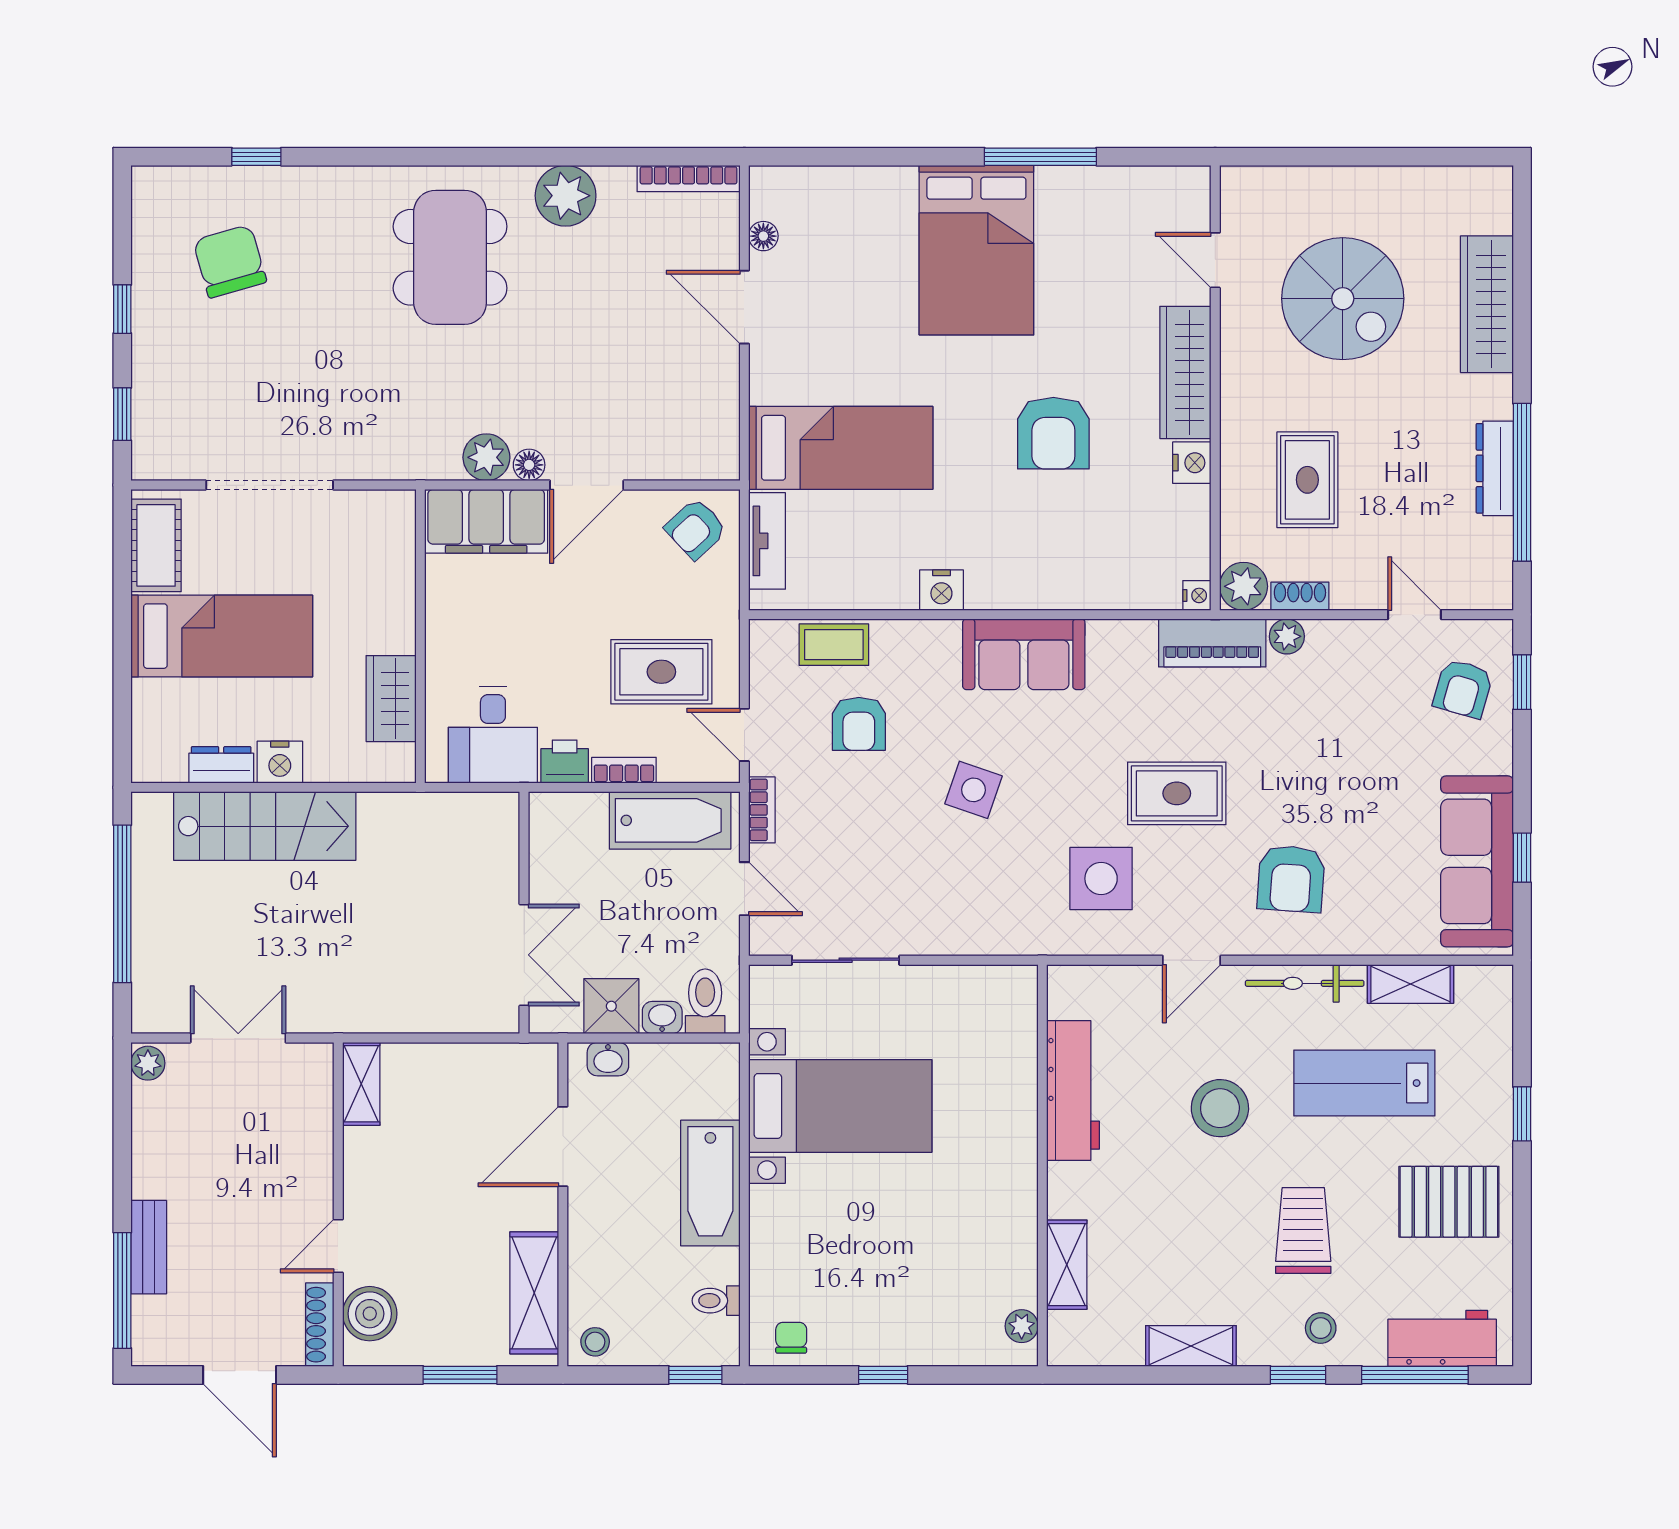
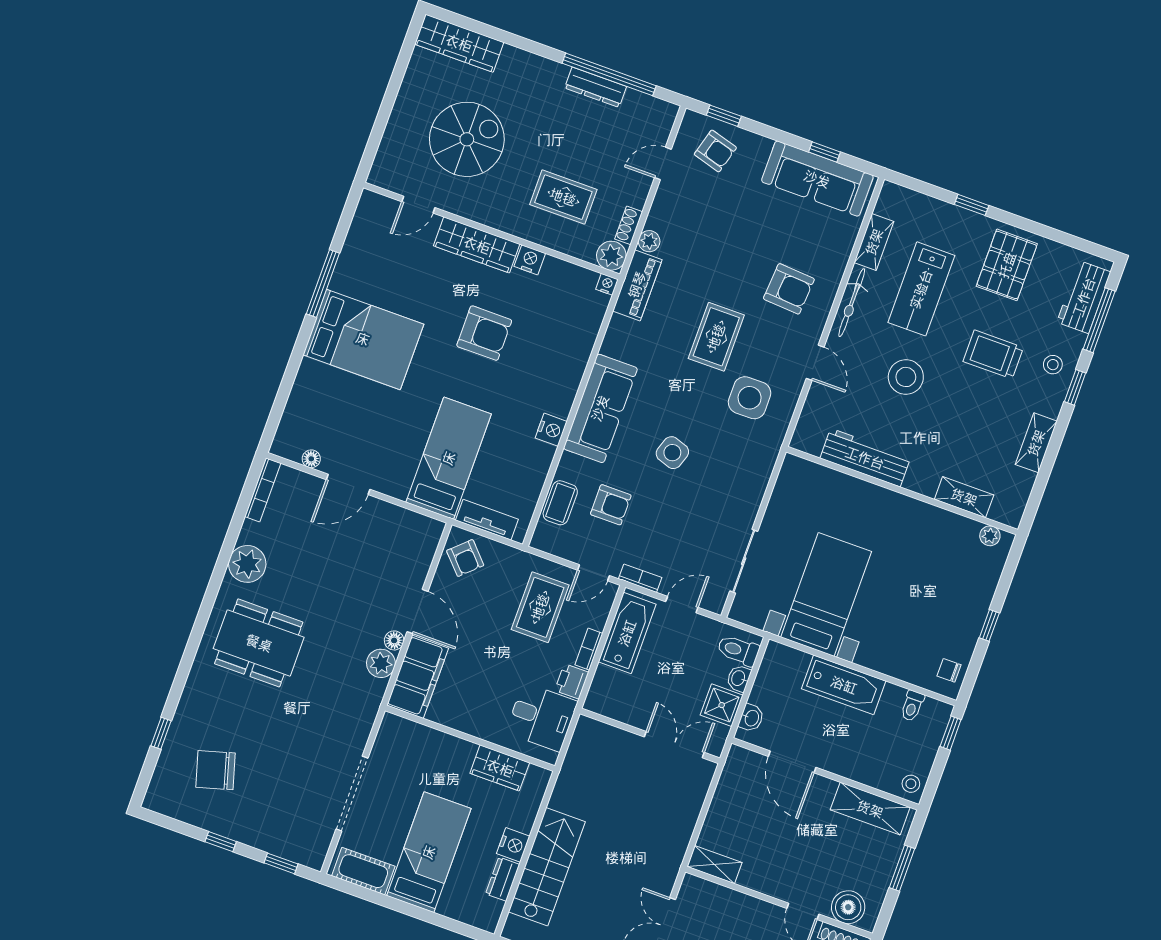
wardrobe: (1487, 304) -> (459, 43), moved
sofa: (1024, 654) -> (600, 408), width x1.36

